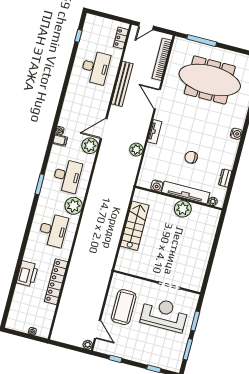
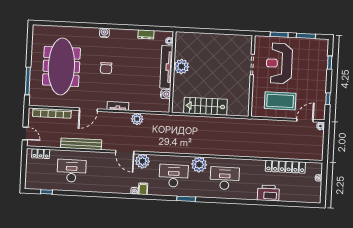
chair: (191, 157) -> (106, 68), moved
locker: (56, 282) -> (285, 167), moved

